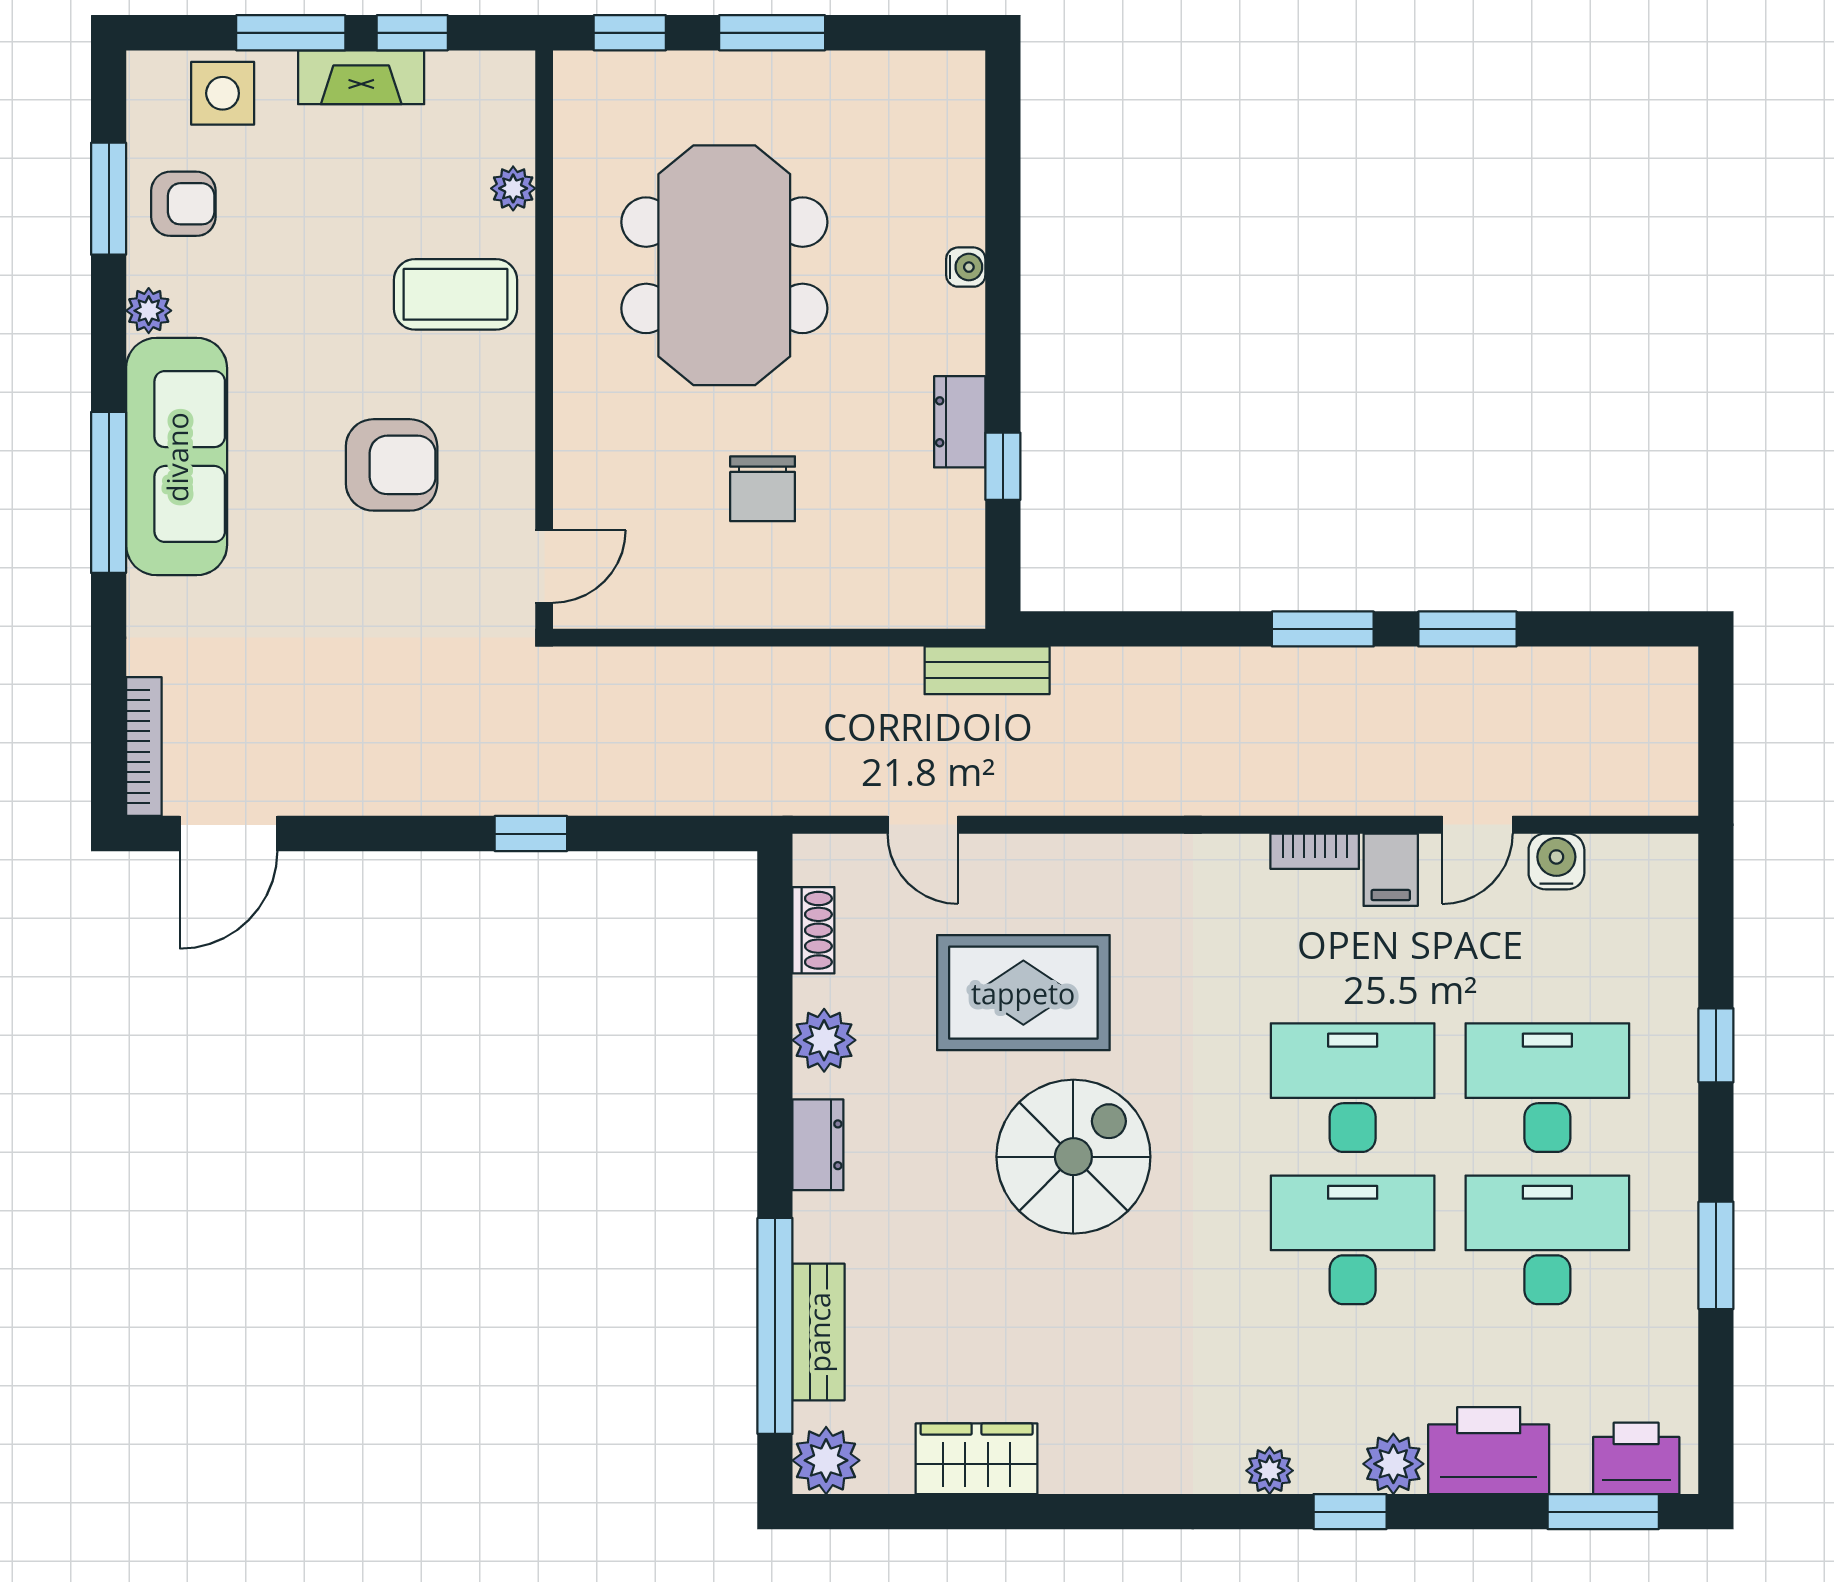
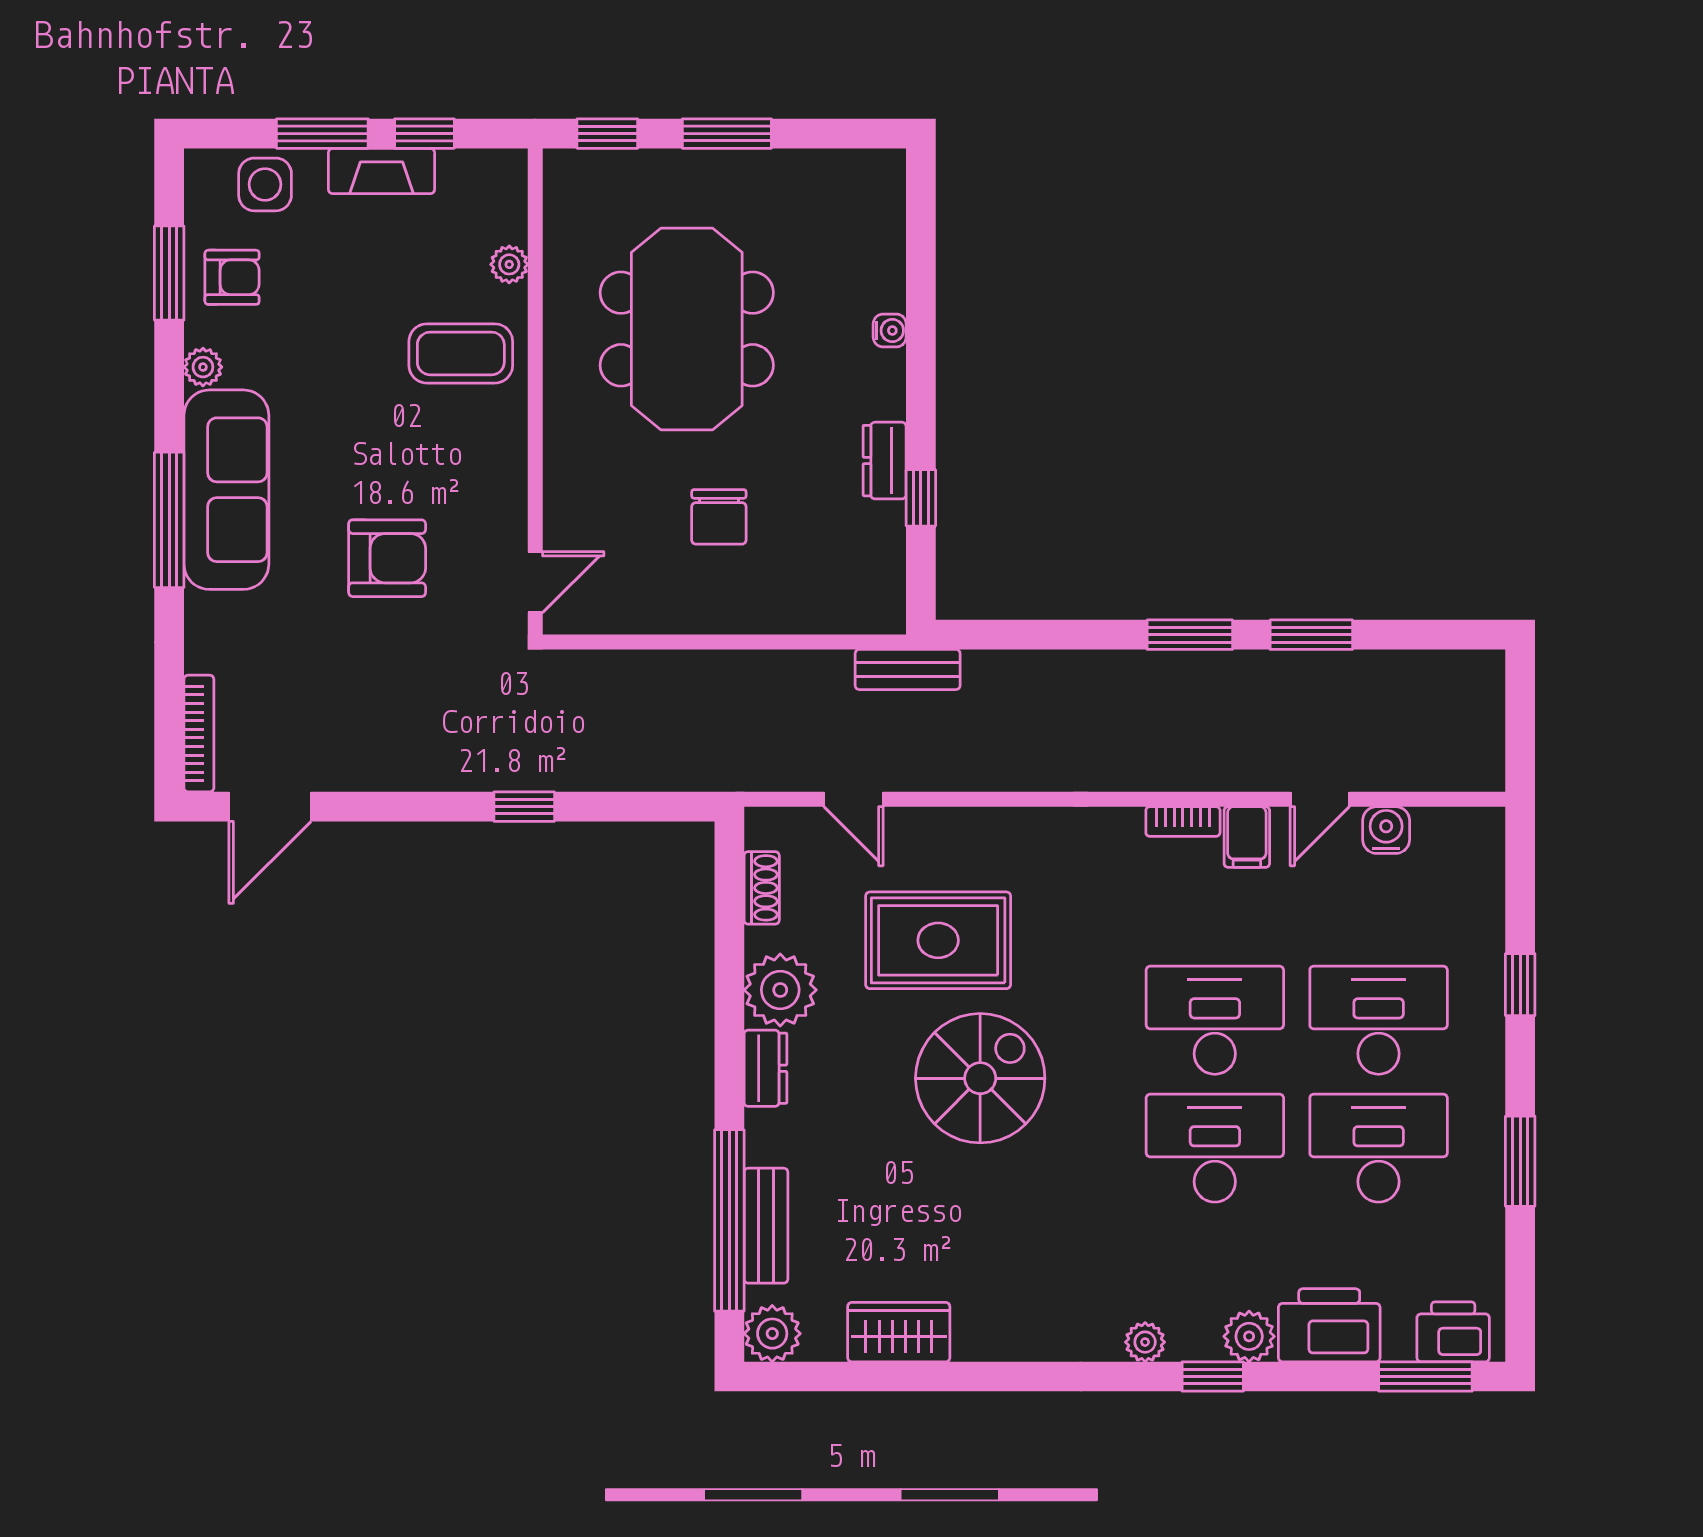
armchair: (392, 465) -> (387, 558), moved
plant: (824, 1040) -> (780, 990), width x1.36, depth x1.36

